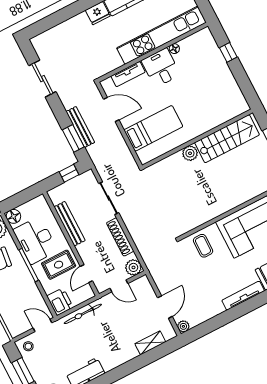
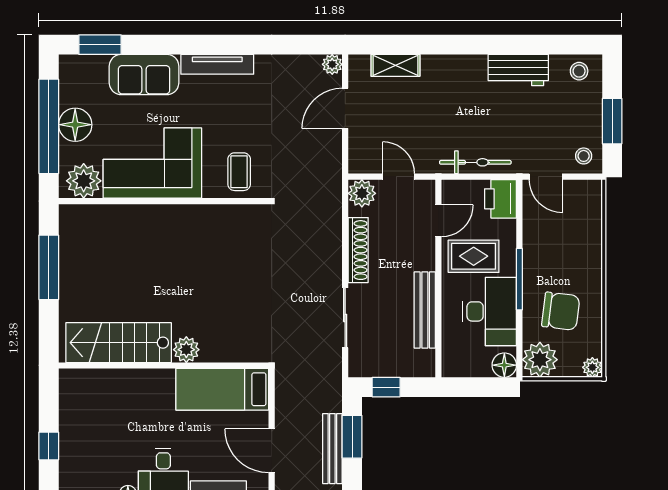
wall: (197, 139) -> (164, 365), moved
stairs: (227, 139) -> (119, 343), moved
plant: (190, 153) -> (186, 350), moved

